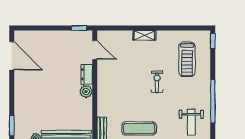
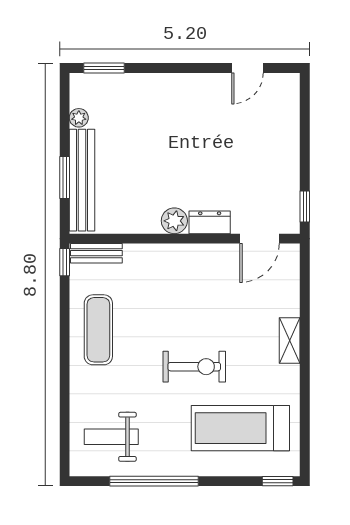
door: (12, 56) -> (247, 68), width x0.53
treadmill: (187, 59) -> (240, 428), width x1.37, depth x1.38
exercise bike: (157, 82) -> (194, 367), width x1.38, depth x1.39

